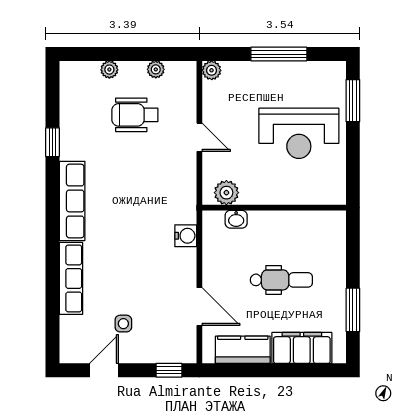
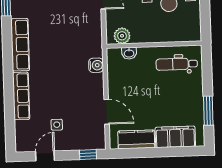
dental chair: (281, 280) -> (177, 64), moved, turned 180

